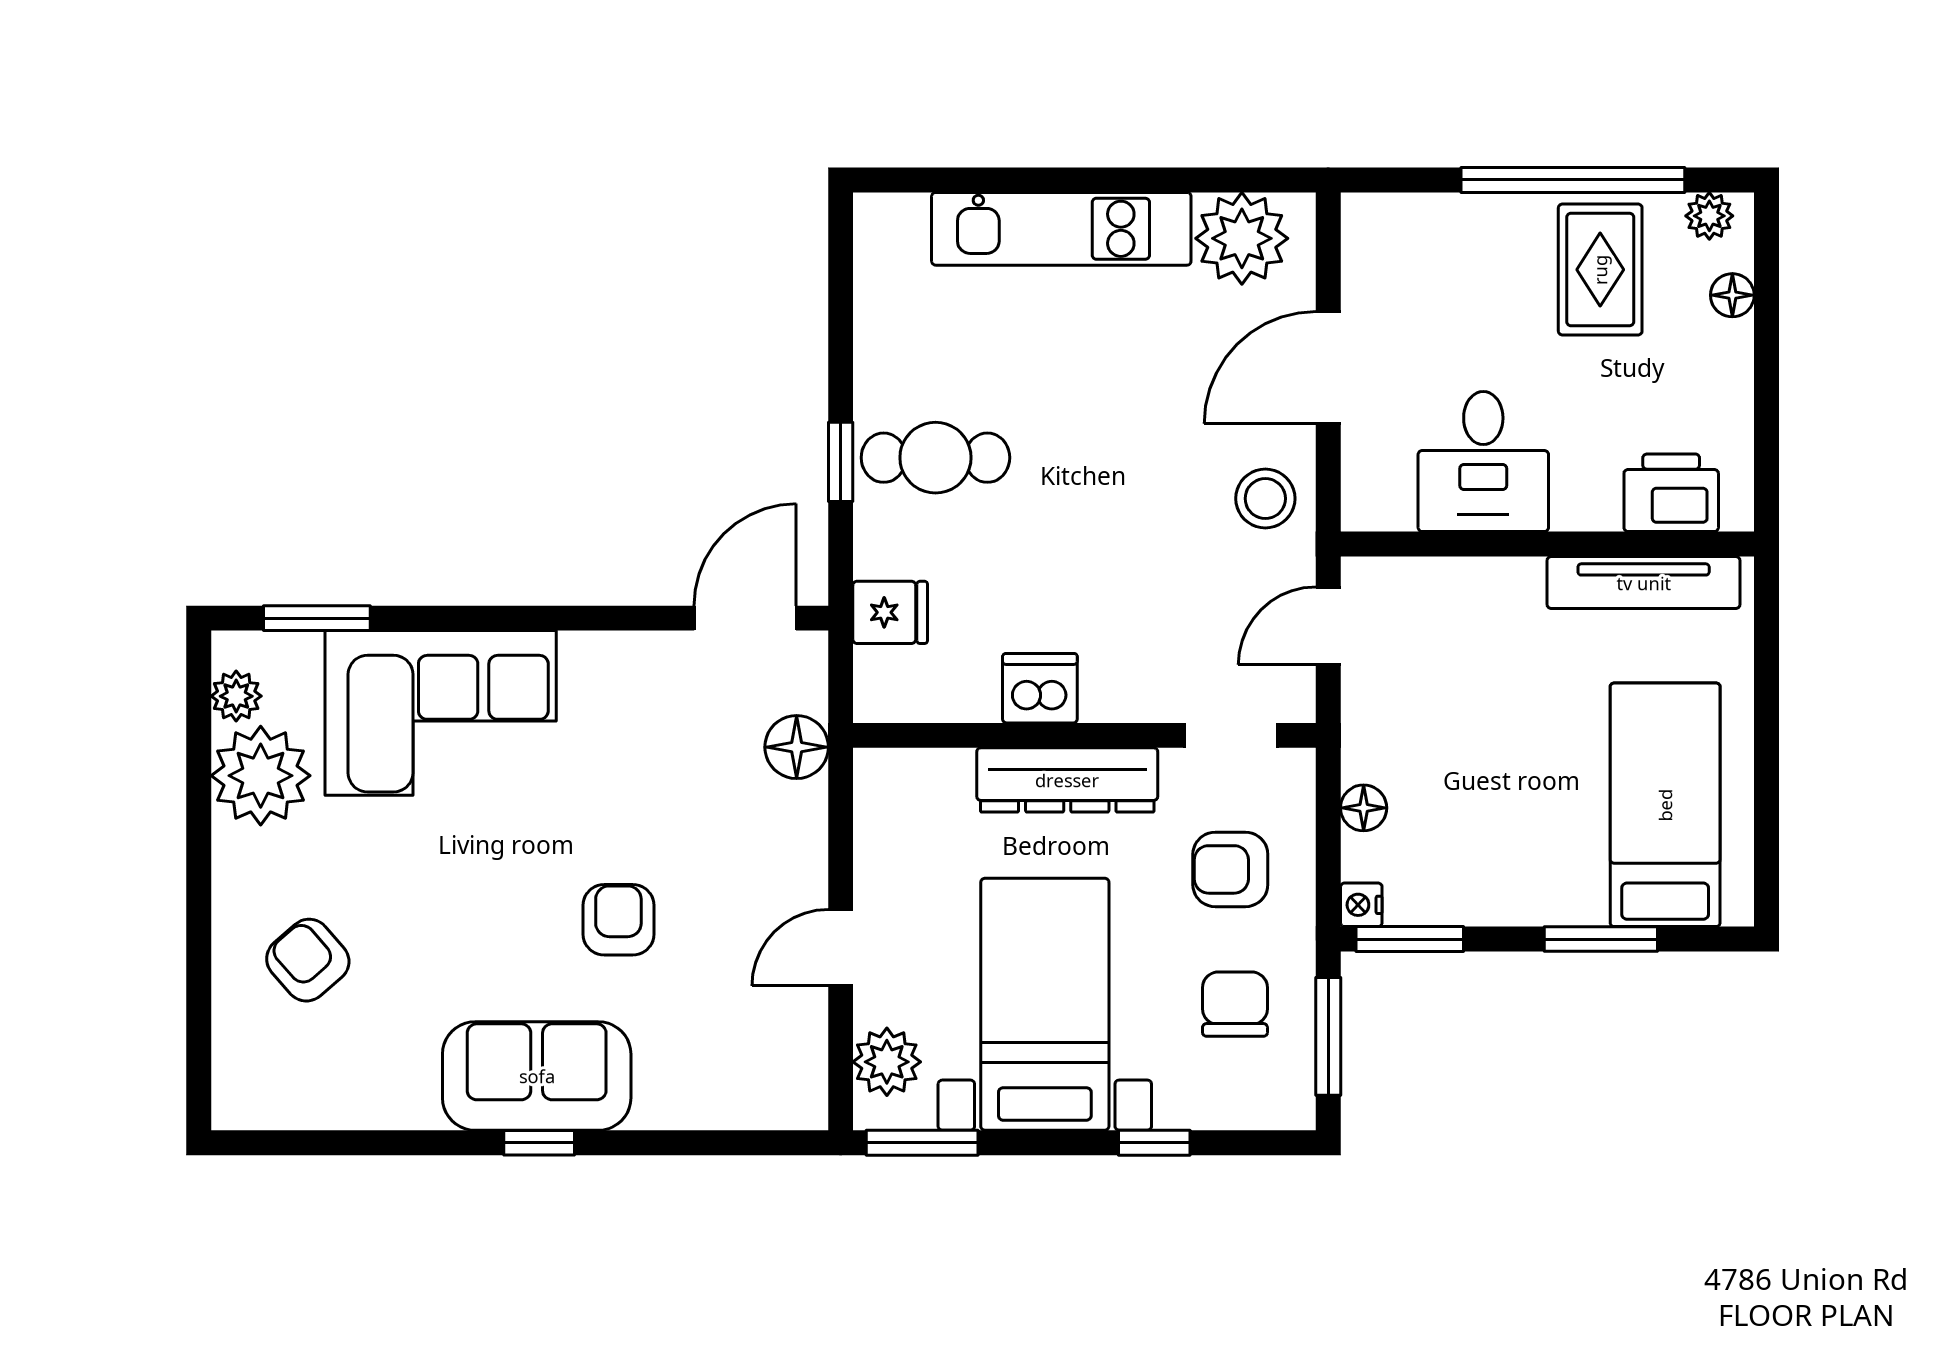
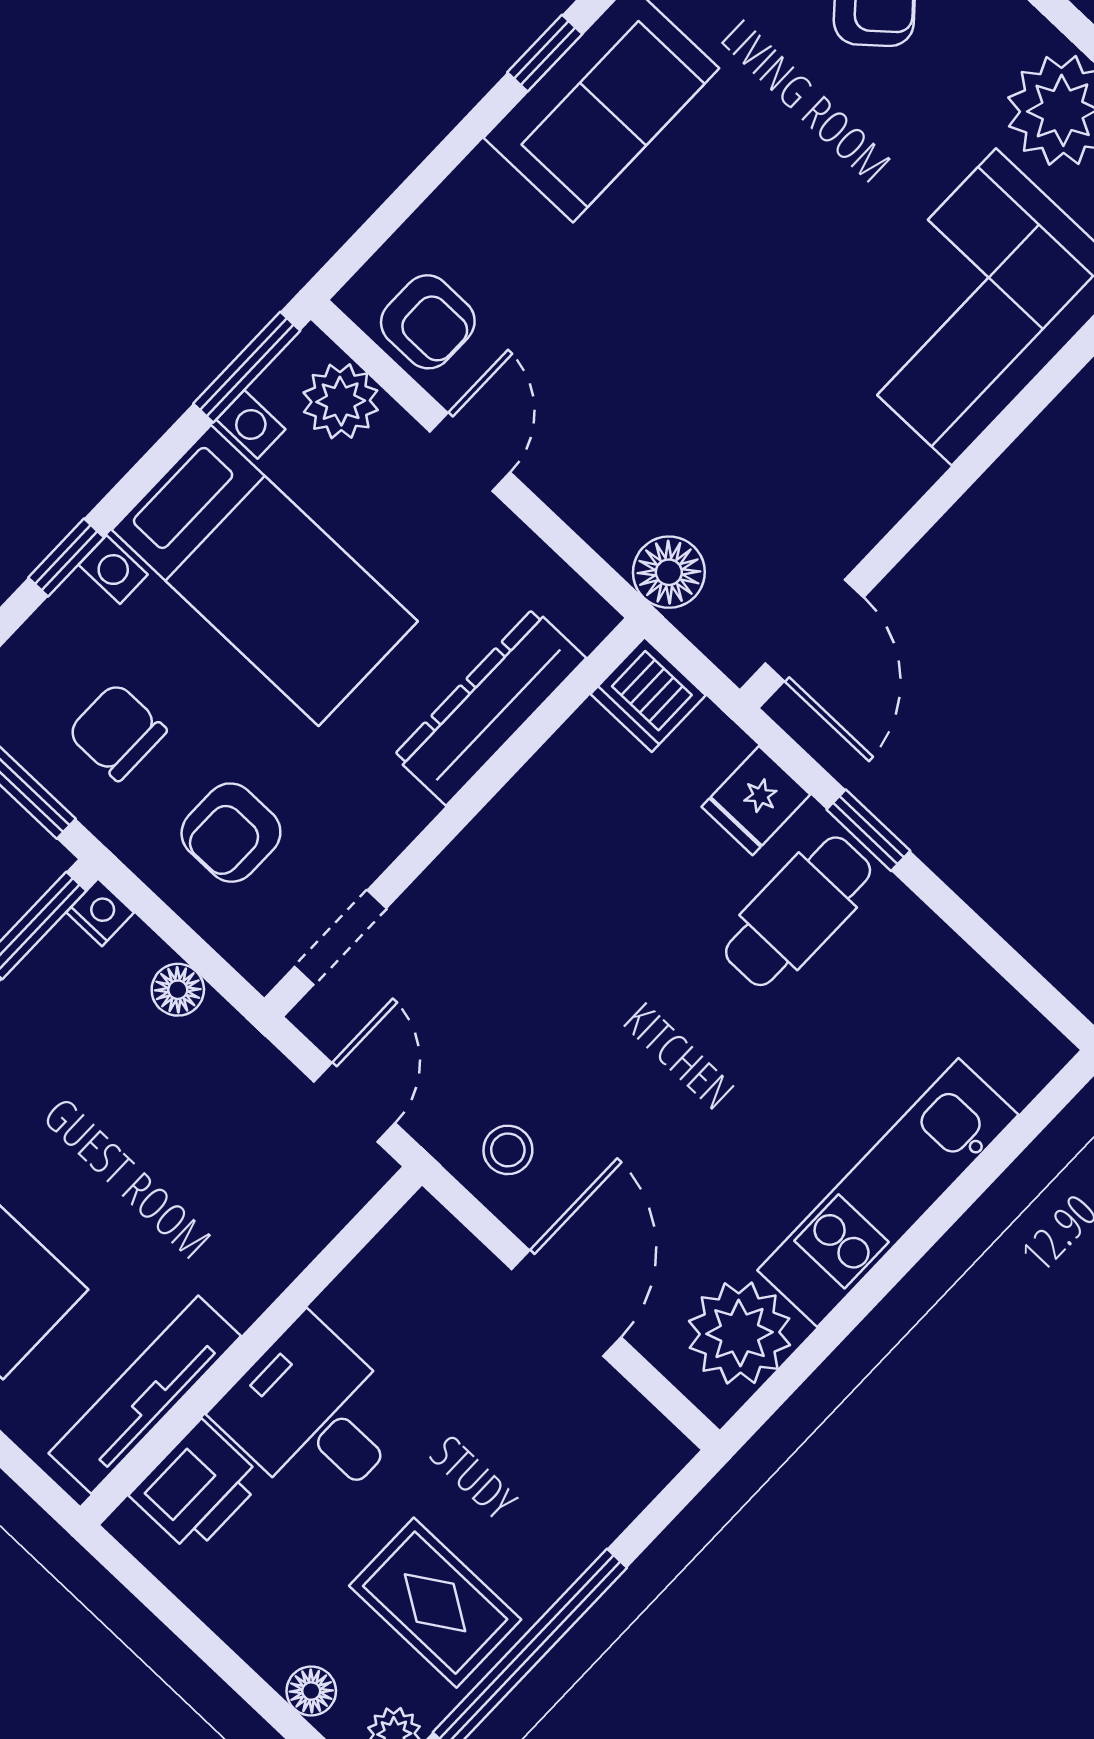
desk: (1483, 462) -> (314, 1415), moved
stool: (1265, 499) -> (508, 1150), width x0.73, depth x0.73
fridge: (890, 612) -> (756, 801), moved
dishwasher: (1040, 688) -> (648, 695), moved, turned 90
dresser: (1067, 780) -> (490, 707), moved
armchair: (1230, 869) -> (231, 833), turned 180
armchair: (618, 920) -> (428, 322), moved
chair: (1235, 1004) -> (117, 732), turned 180

